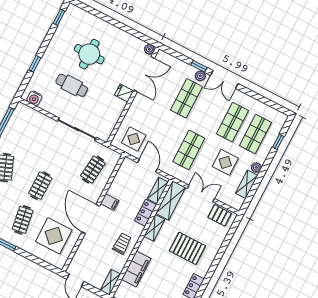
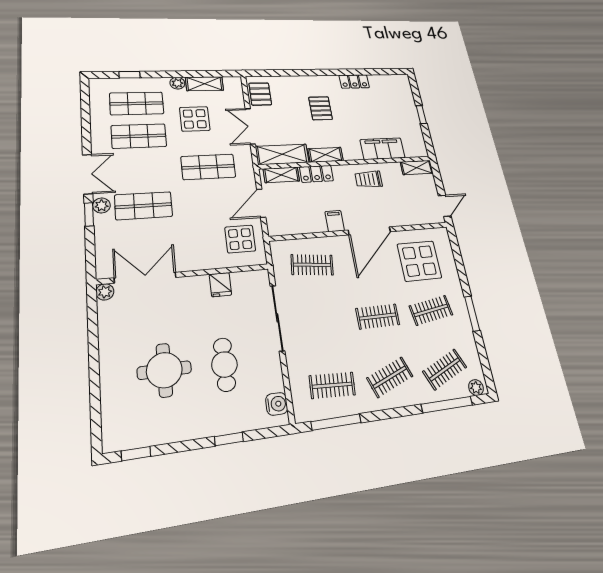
fridge: (124, 93) -> (220, 285), moved
clothes rail: (23, 133) -> (332, 385), added
pallet: (187, 248) -> (321, 108), width x0.67, depth x0.71

